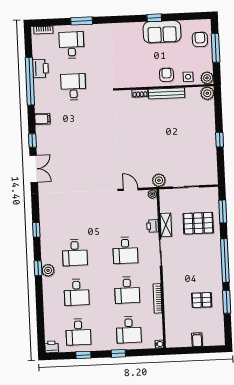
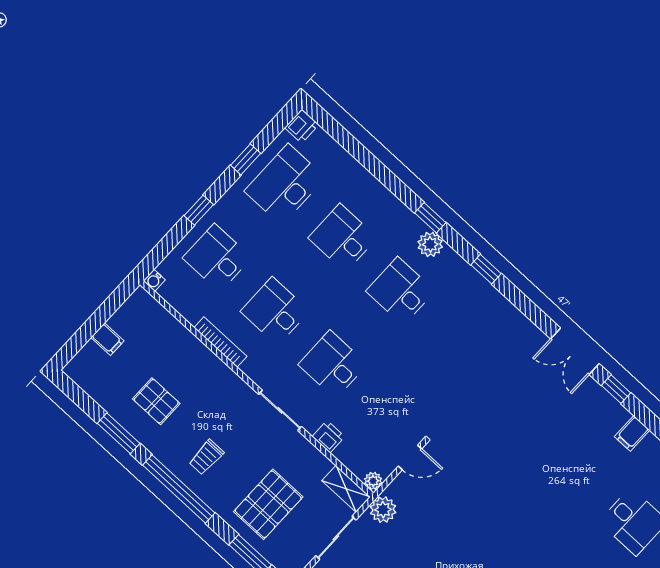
shelving: (166, 225) -> (346, 489), moved
trolley: (204, 262) -> (206, 457), added
plant: (48, 270) -> (430, 244), moved
pallet: (202, 300) -> (156, 401), turned 90
desk: (78, 332) -> (285, 184), width x1.37

